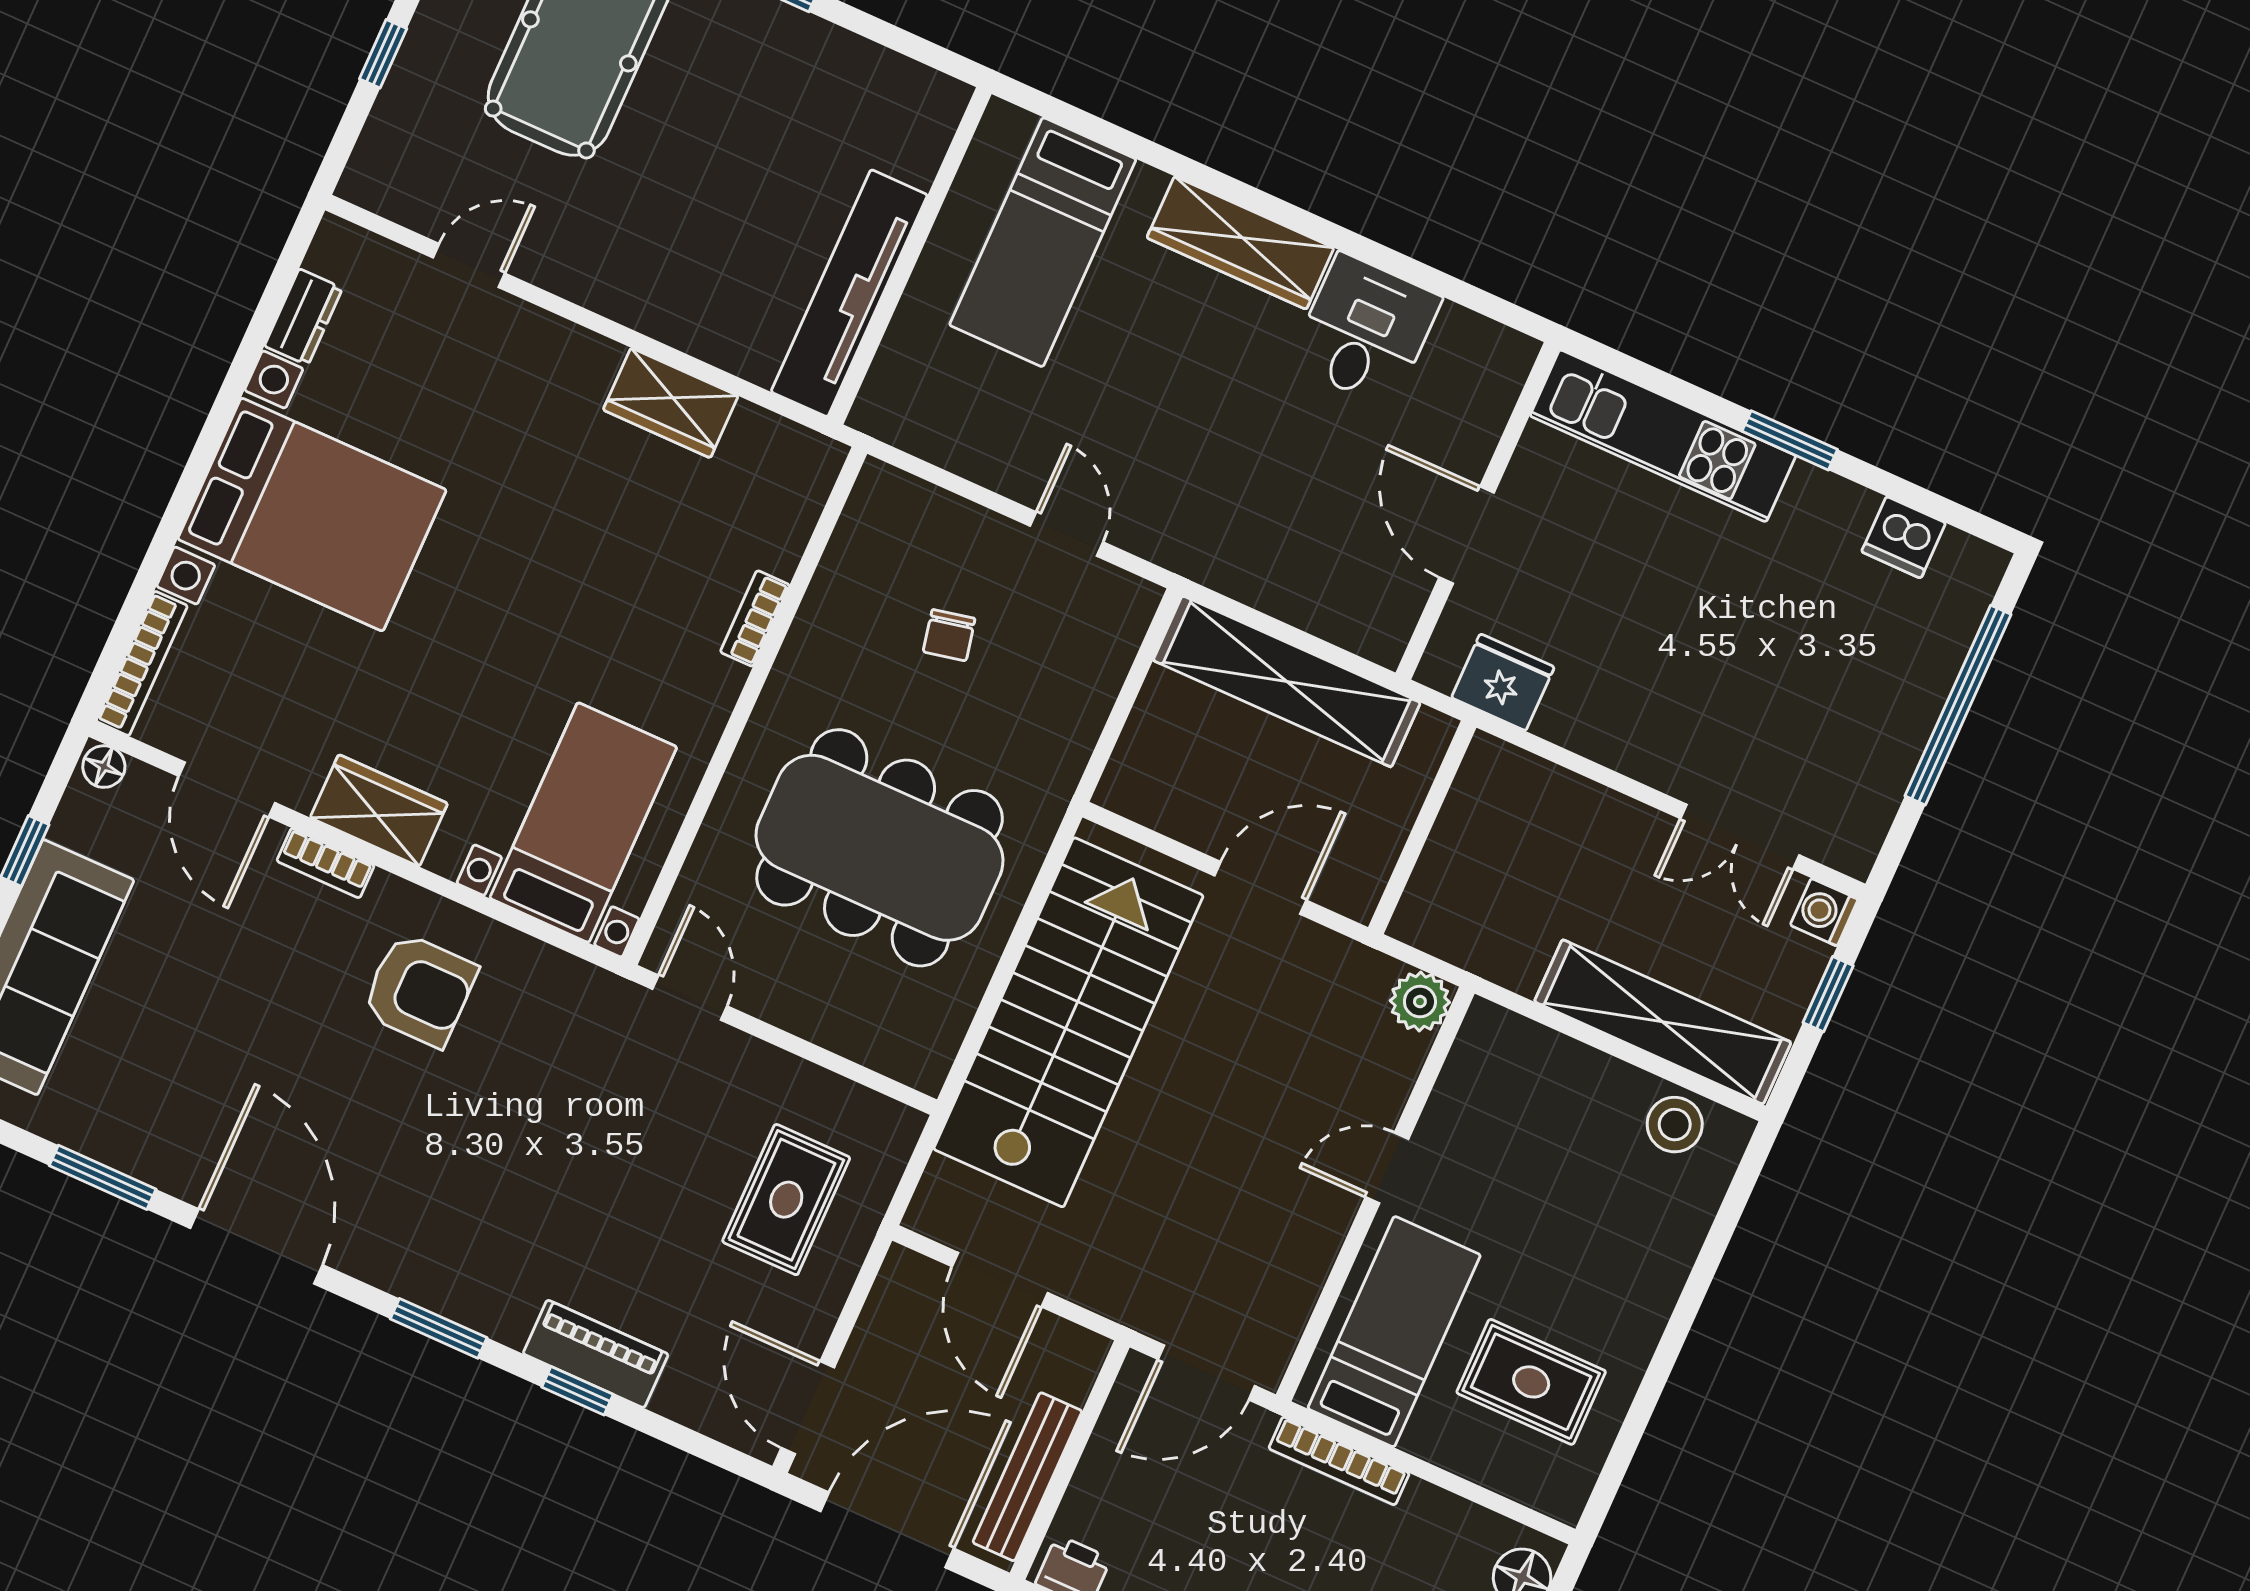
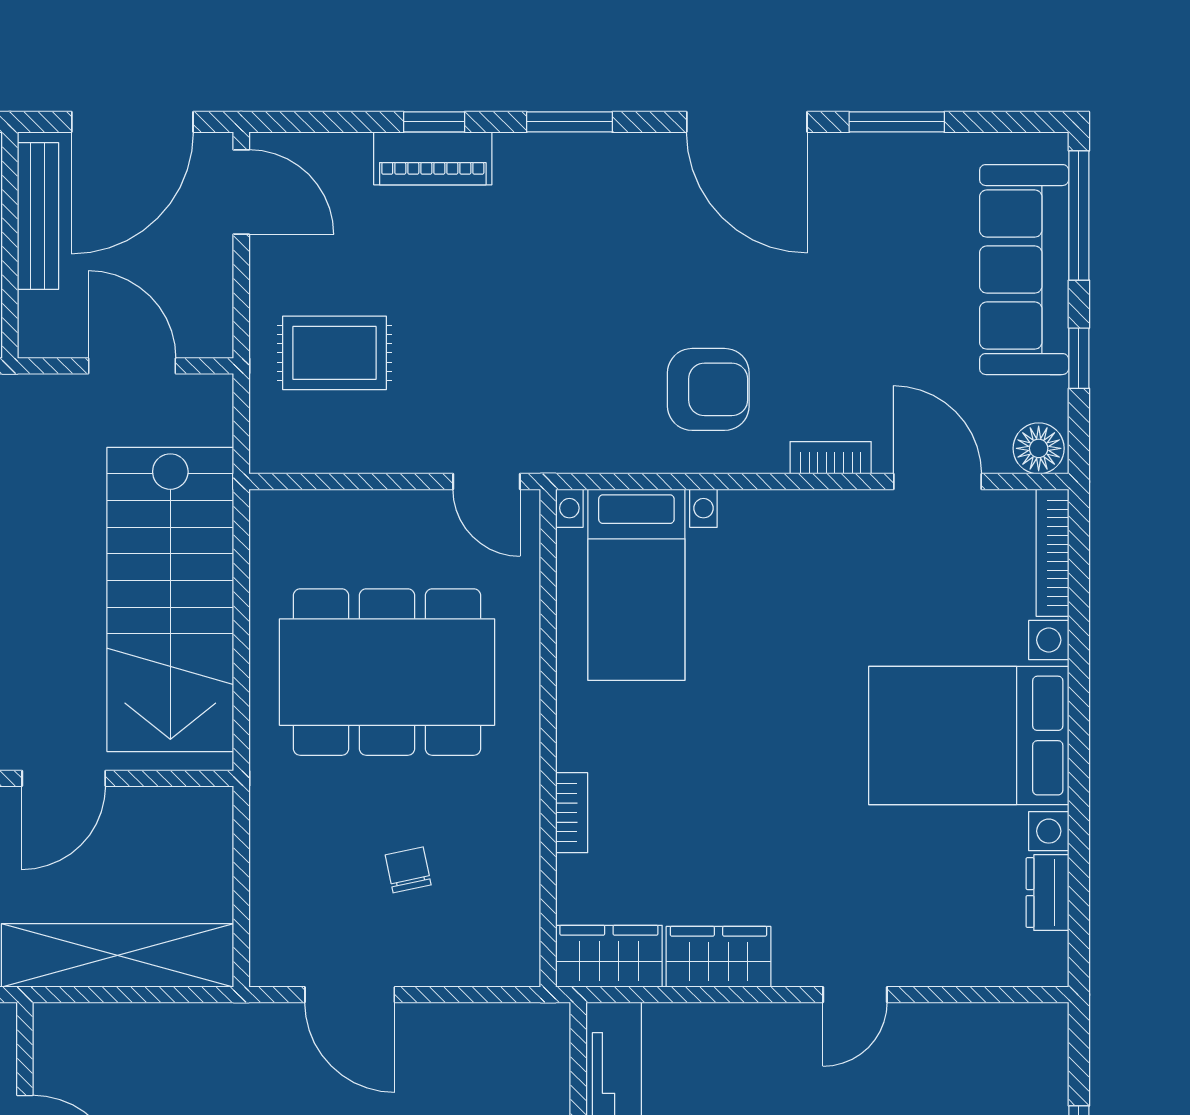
door: (469, 265) -> (855, 995), moved
door: (1067, 534) -> (350, 995), width x1.38
floor lamp: (104, 767) -> (1039, 448), width x1.37, depth x1.37
wardrobe: (379, 810) -> (609, 956), moved, turned 180
armchair: (420, 990) -> (708, 389), turned 180
rug: (786, 1200) -> (335, 353), turned 90

